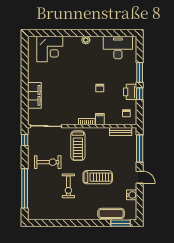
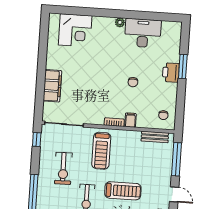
desk: (118, 47) -> (143, 33), moved
printer: (130, 92) -> (171, 72), moved
window: (140, 94) -> (181, 92), removed
exercise bike: (48, 162) -> (63, 168), turned 89

